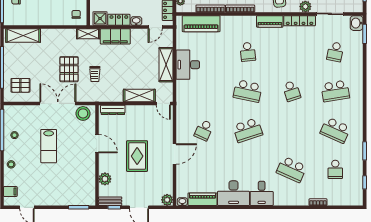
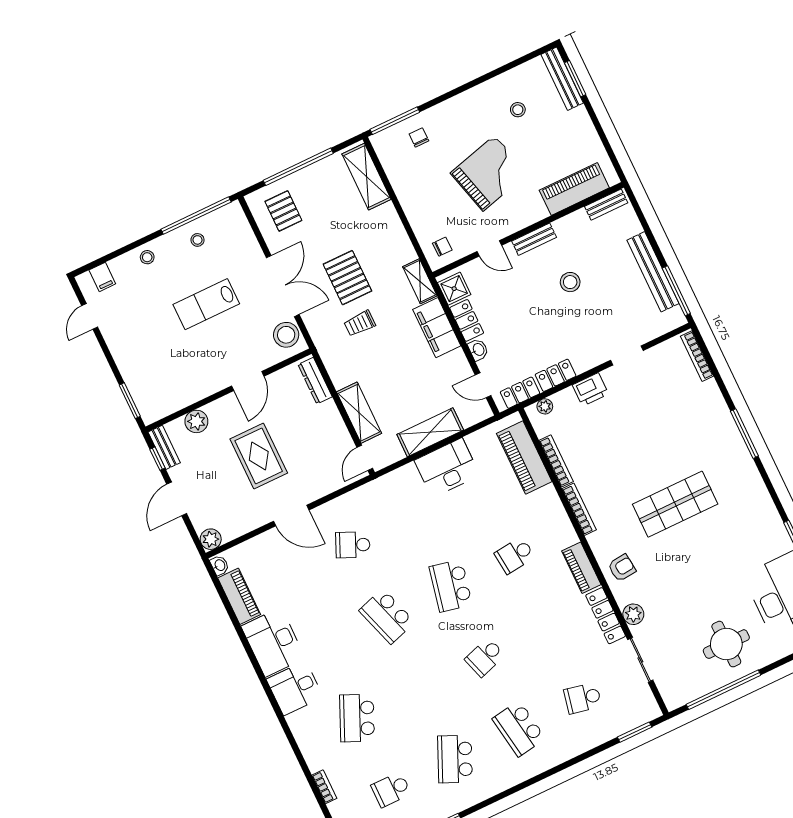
washbasin: (357, 23) -> (646, 711), removed
pallet: (69, 69) -> (347, 278), turned 90
rug: (137, 156) -> (259, 456), turned 90

